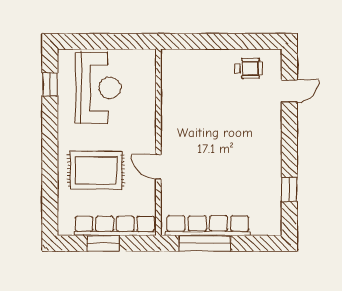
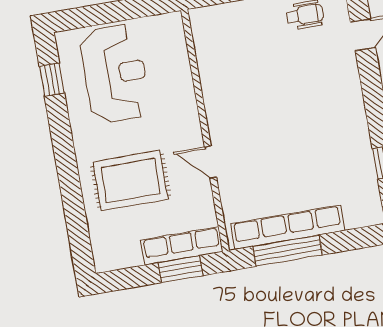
row of seats: (115, 226) -> (182, 246), width x0.73
window: (103, 243) -> (180, 269), moved

